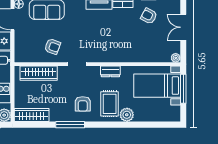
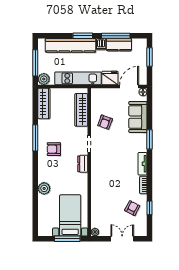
dresser: (110, 71) -> (83, 164), moved
rug: (110, 104) -> (54, 173), removed

